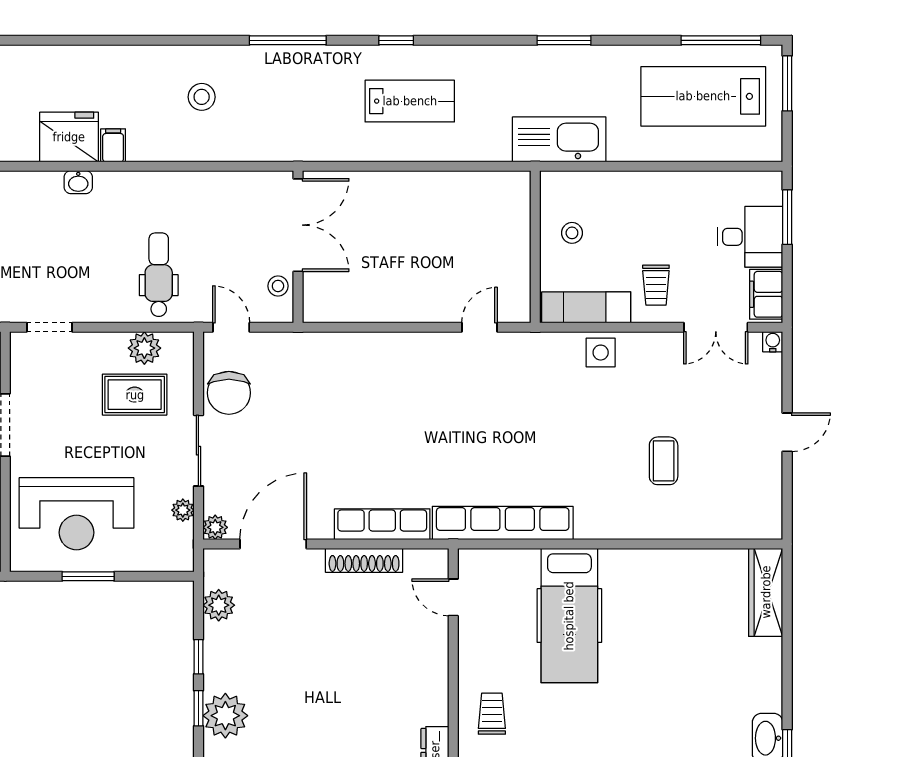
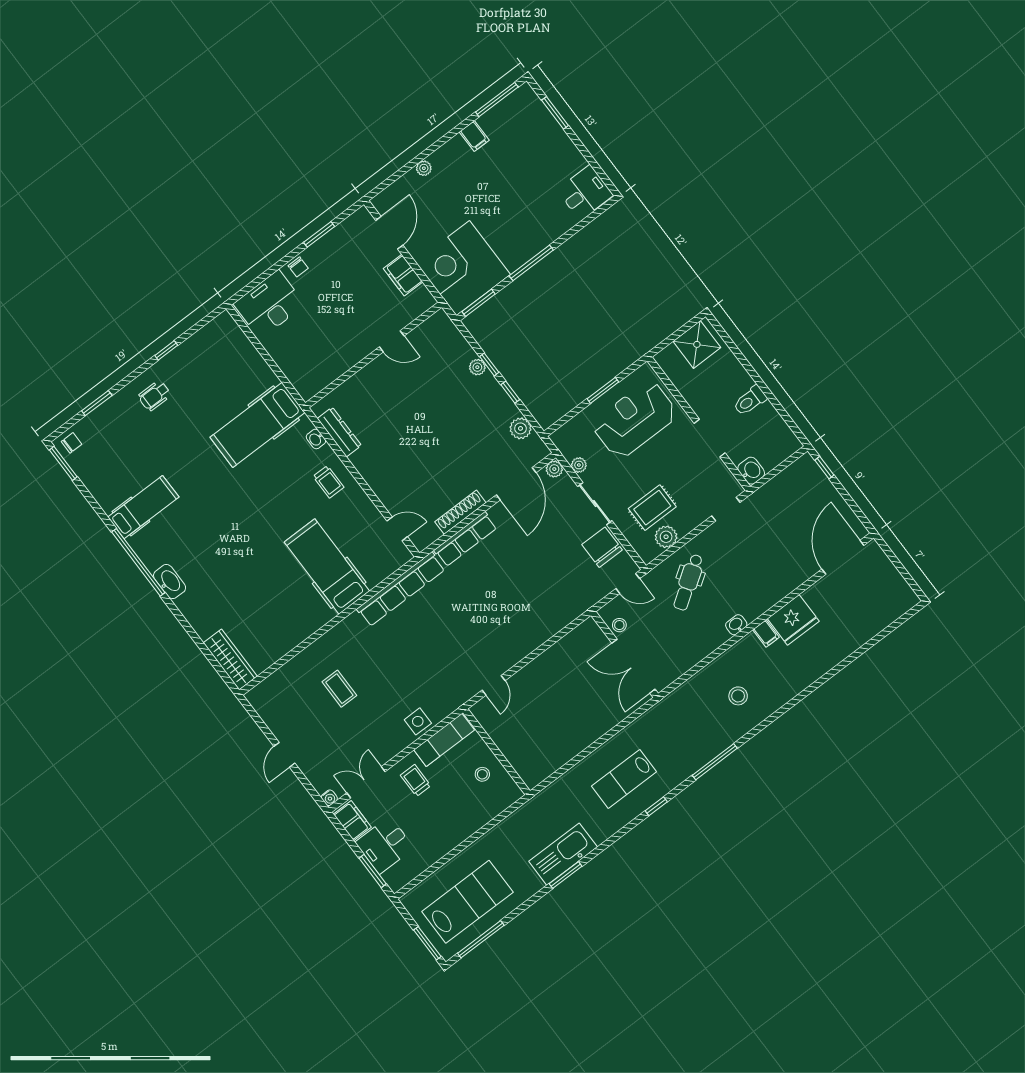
kitchen sink: (559, 139) -> (563, 854), moved, turned 180
washbasin: (78, 182) -> (736, 625), moved
dental chair: (159, 275) -> (688, 582), turned 56
plant: (225, 716) -> (477, 367), width x0.53, depth x0.53

